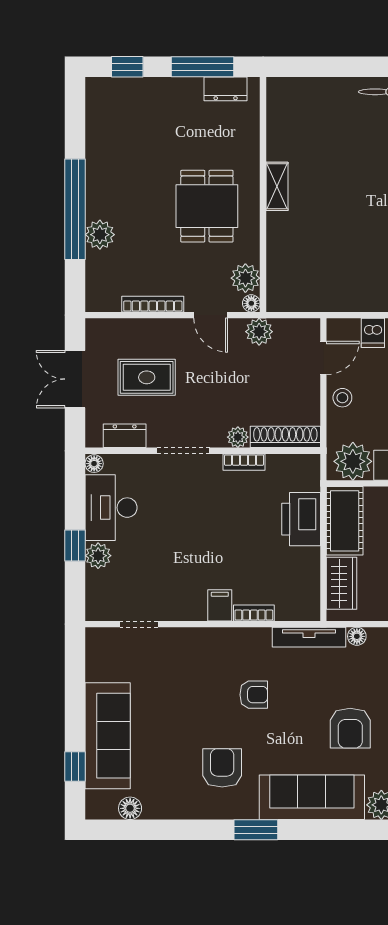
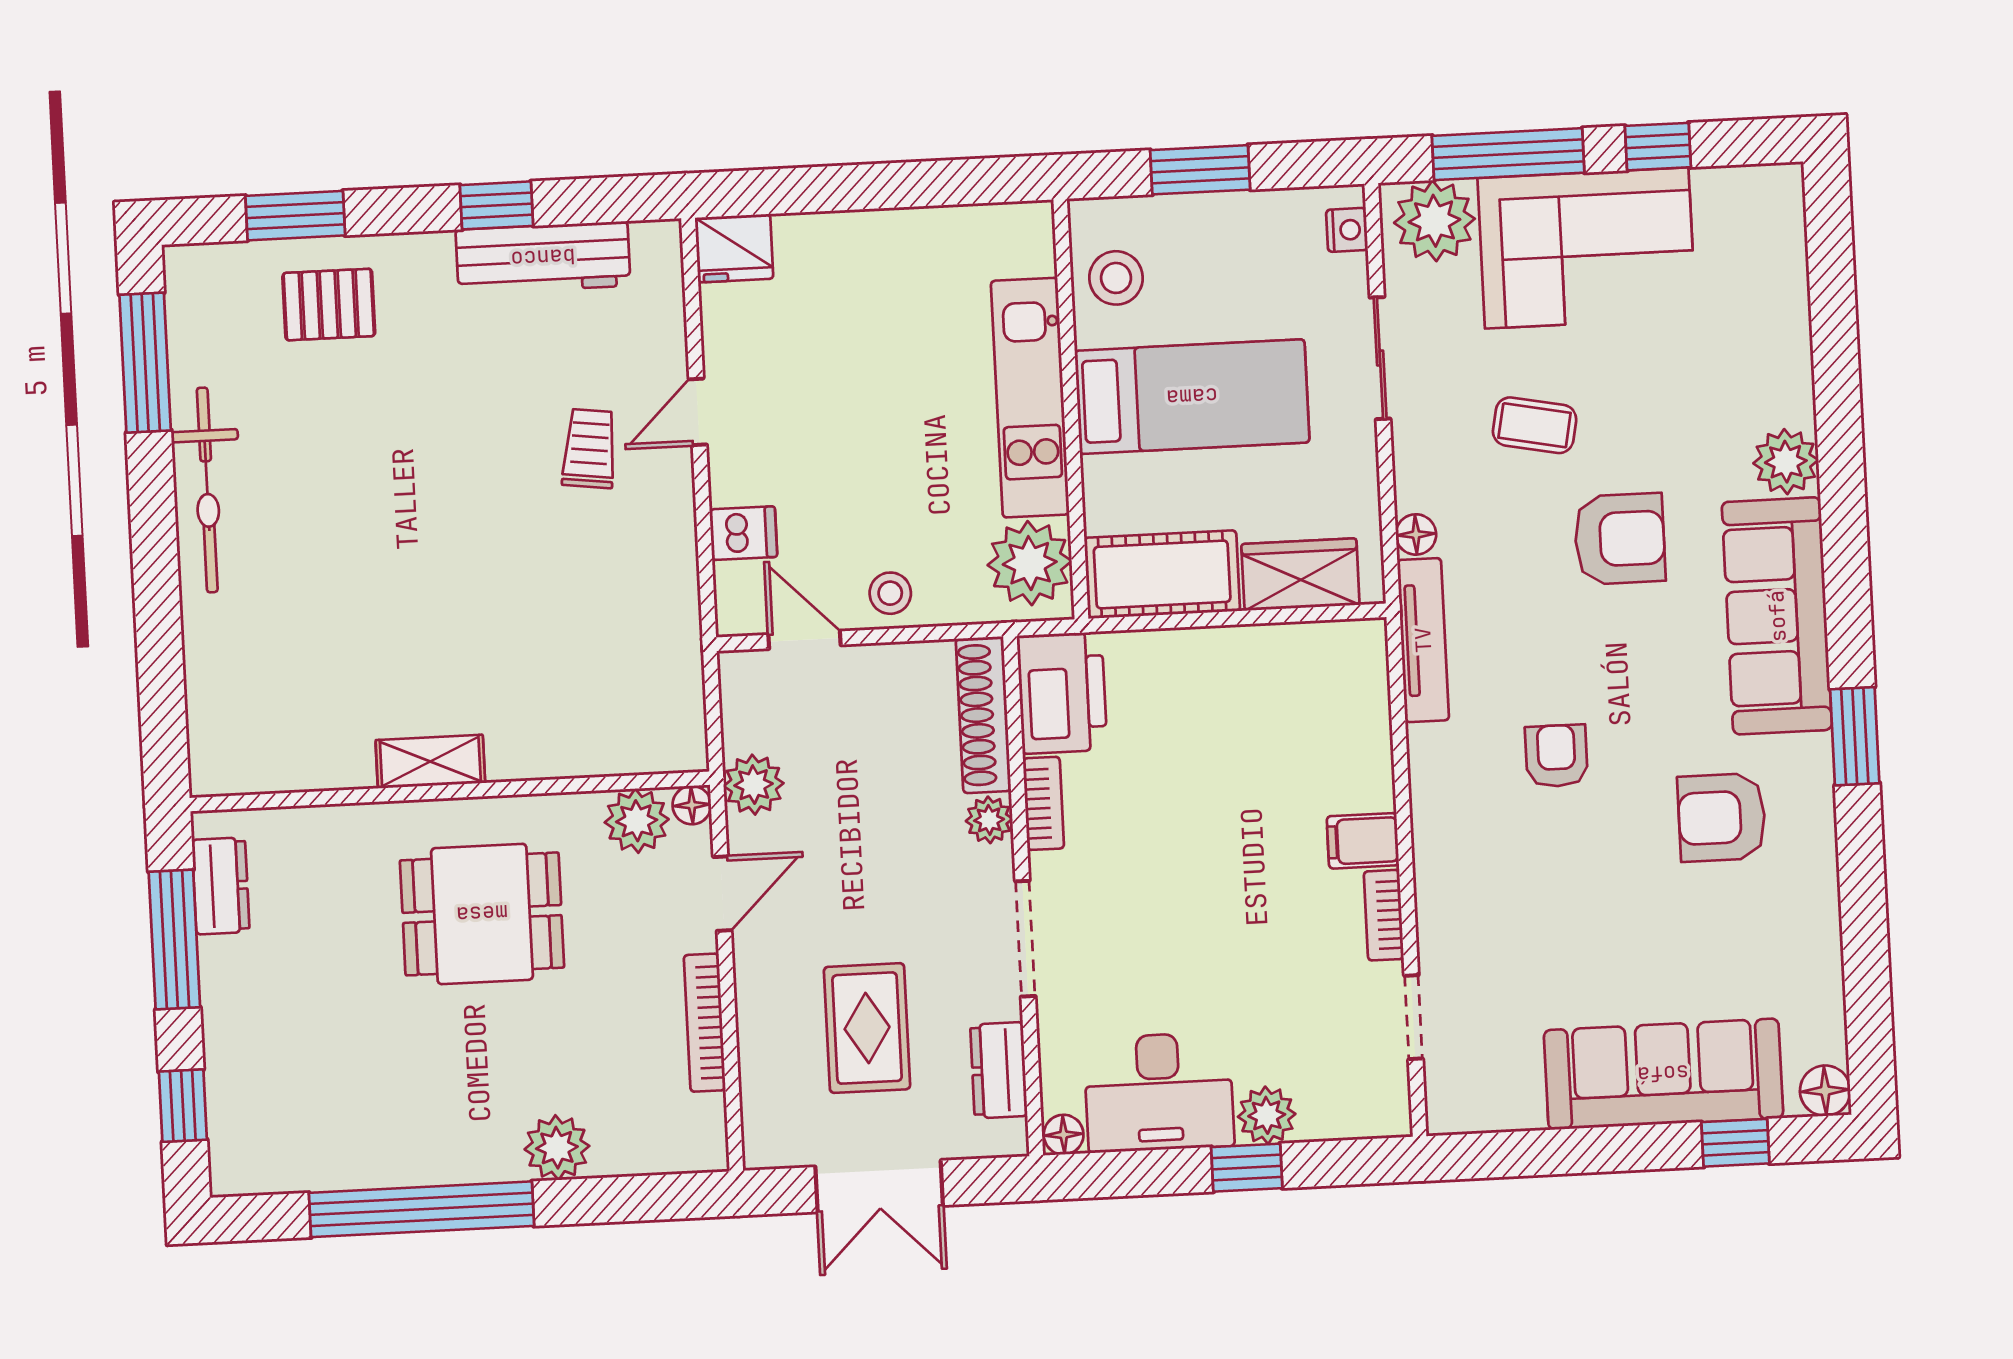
window: (75, 209) -> (421, 1209), moved
printer: (301, 519) -> (1062, 693), moved, turned -90
bookcase: (254, 613) -> (1384, 915), moved
floor lamp: (130, 808) -> (1825, 1091), moved

